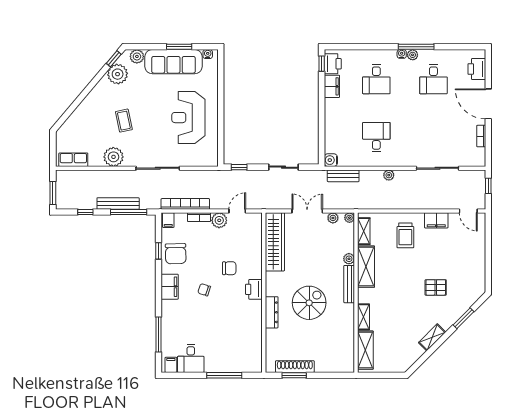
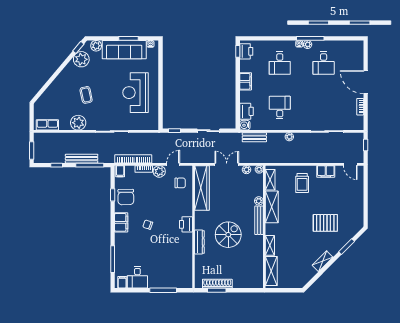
printer: (477, 69) -> (247, 111), moved, turned 180
filing cabinet: (332, 86) -> (246, 81), moved
chair: (229, 268) -> (180, 183), moved
pallet: (436, 287) -> (325, 223), width x1.50, depth x1.42

